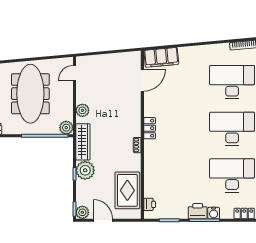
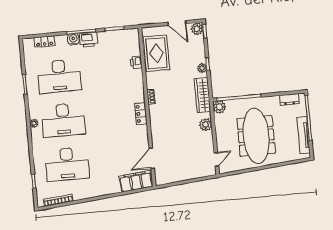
plant: (85, 170) -> (202, 68), width x0.53, depth x0.53
printer: (150, 204) -> (136, 62), moved

